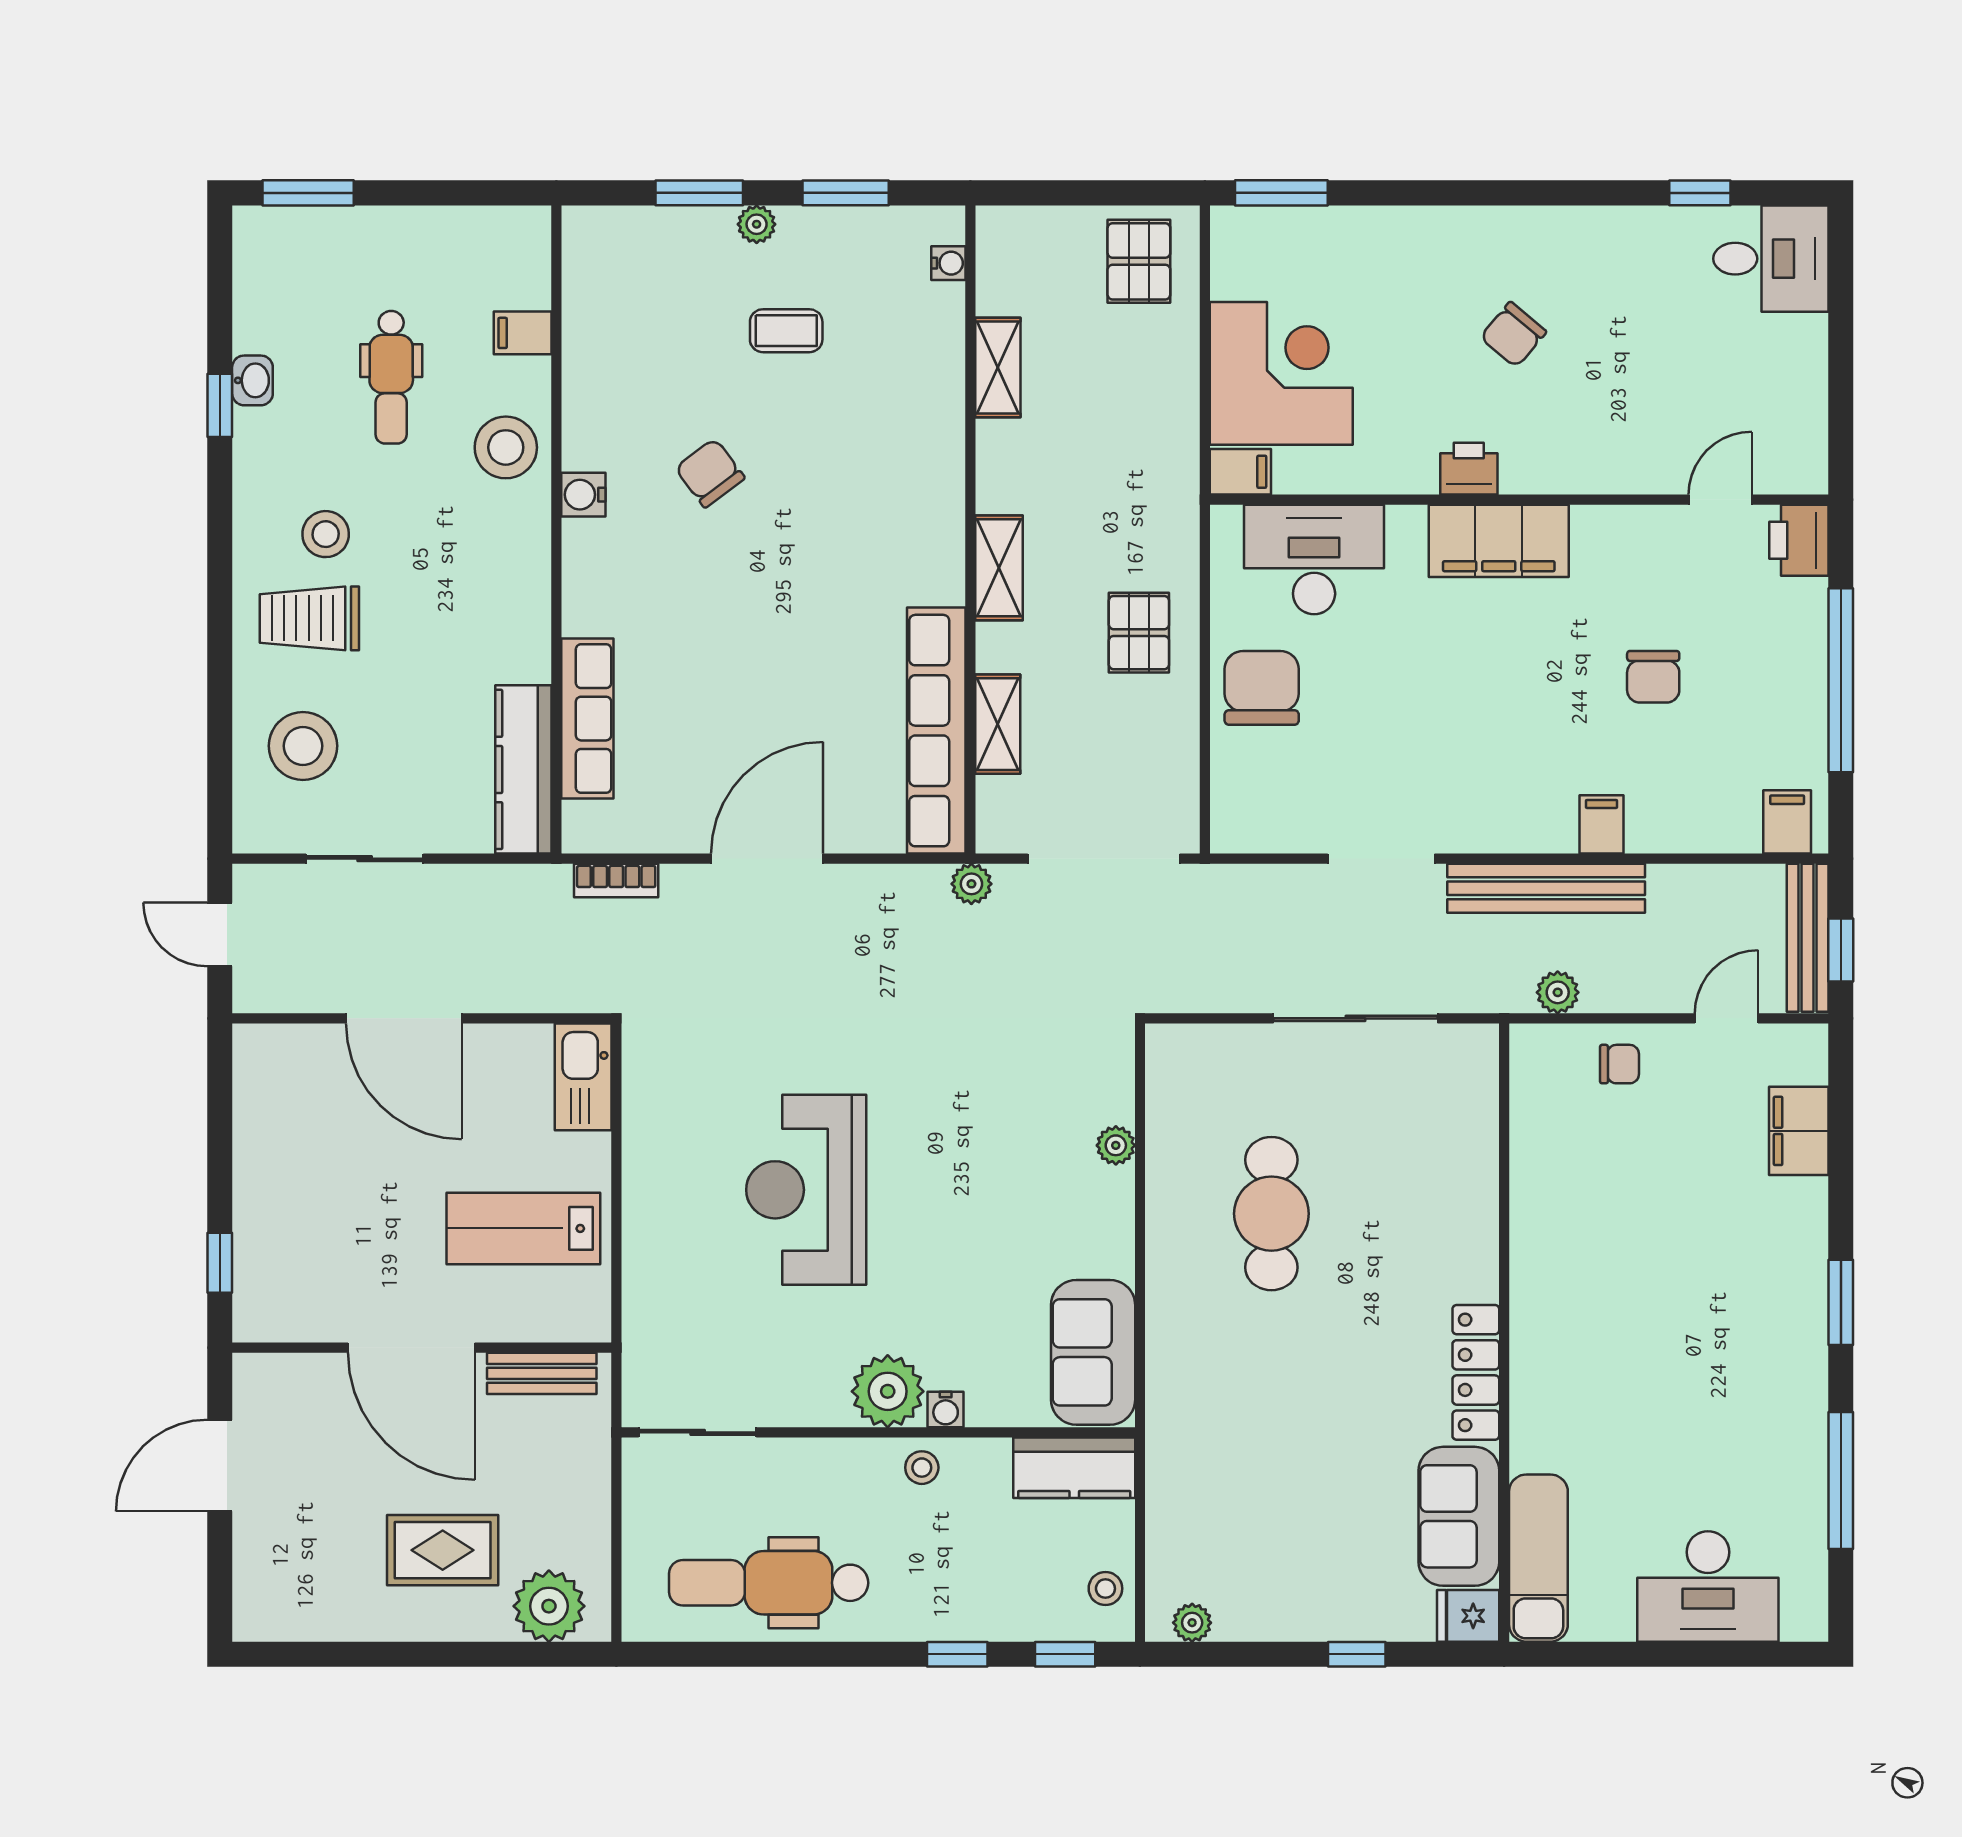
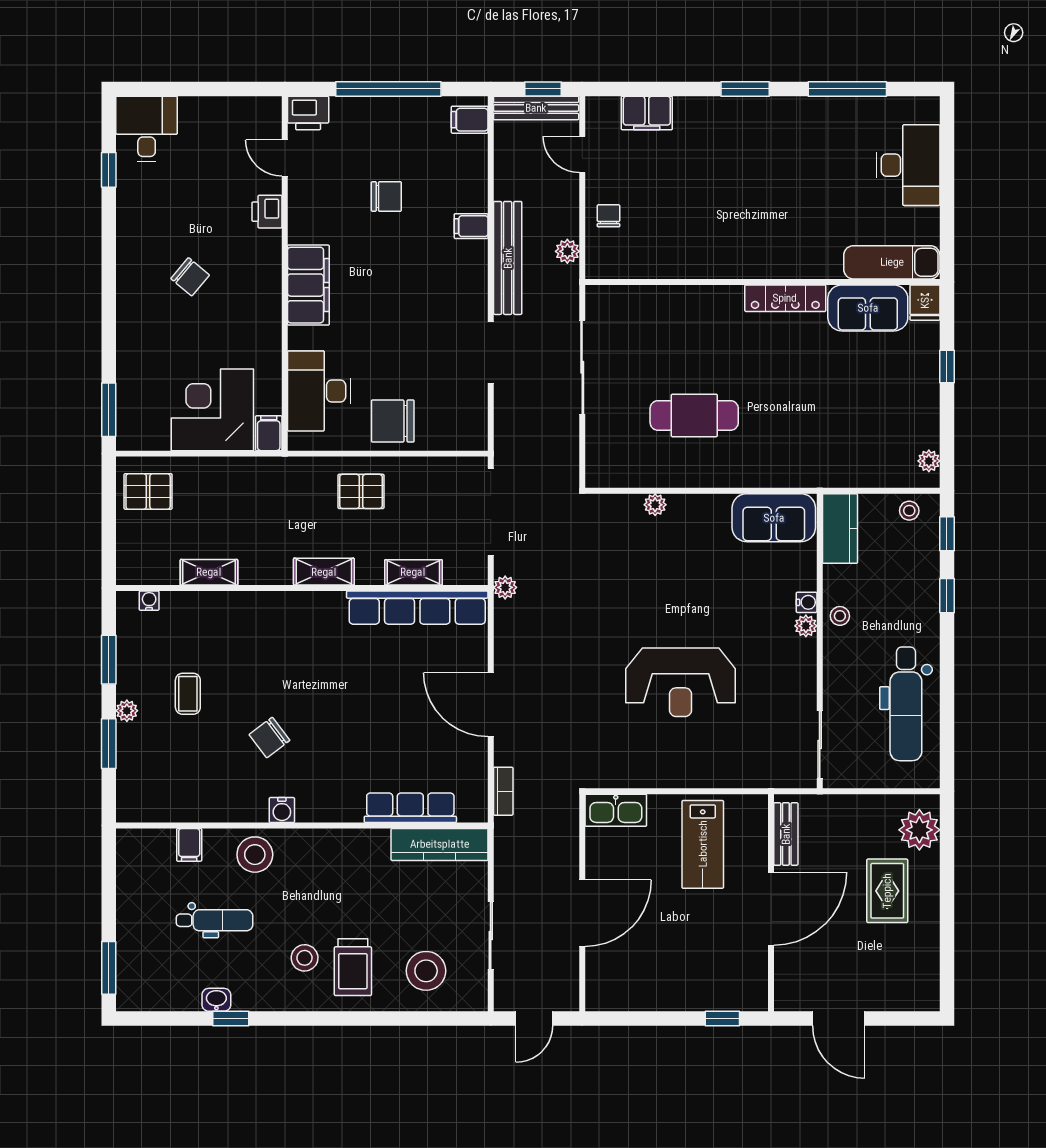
printer: (1469, 469) -> (267, 212), moved
plant: (888, 1391) -> (806, 626), width x0.53, depth x0.53

